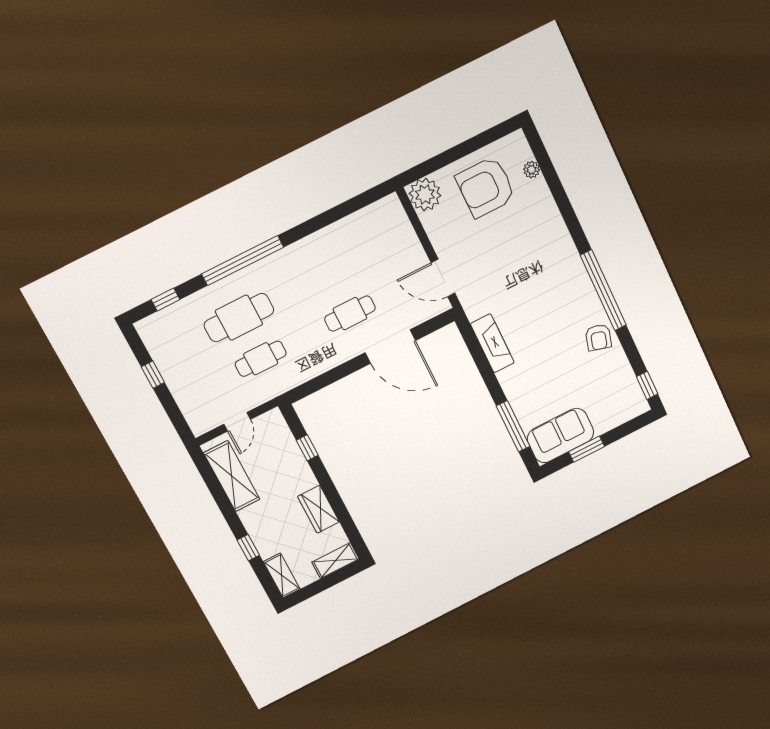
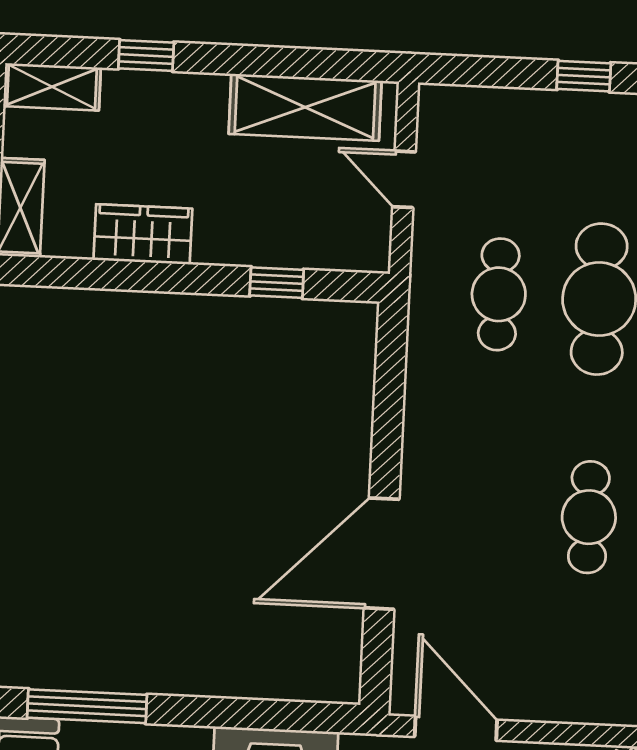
door: (443, 278) -> (456, 728), hinge flipped
cafe table: (350, 314) -> (589, 517), moved

